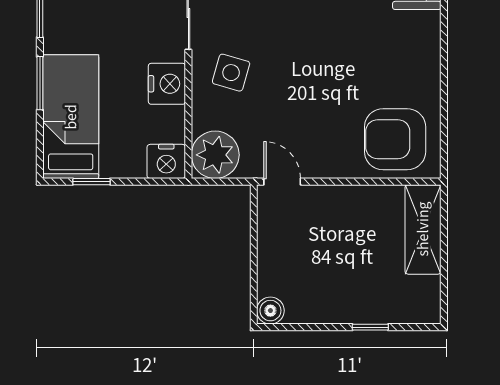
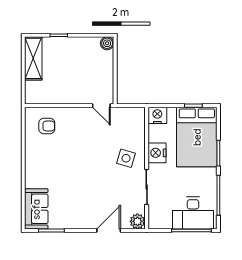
bed: (71, 117) -> (197, 137), width x1.50
armchair: (395, 139) -> (47, 126), width x0.53, depth x0.53
plant: (215, 155) -> (134, 119), removed
shelving: (423, 229) -> (33, 58), moved

